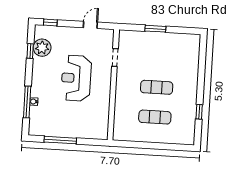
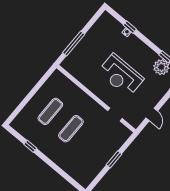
reception desk: (76, 78) -> (121, 75), turned 180
window: (27, 102) -> (130, 27), width x0.46
window: (60, 140) -> (74, 44), moved

